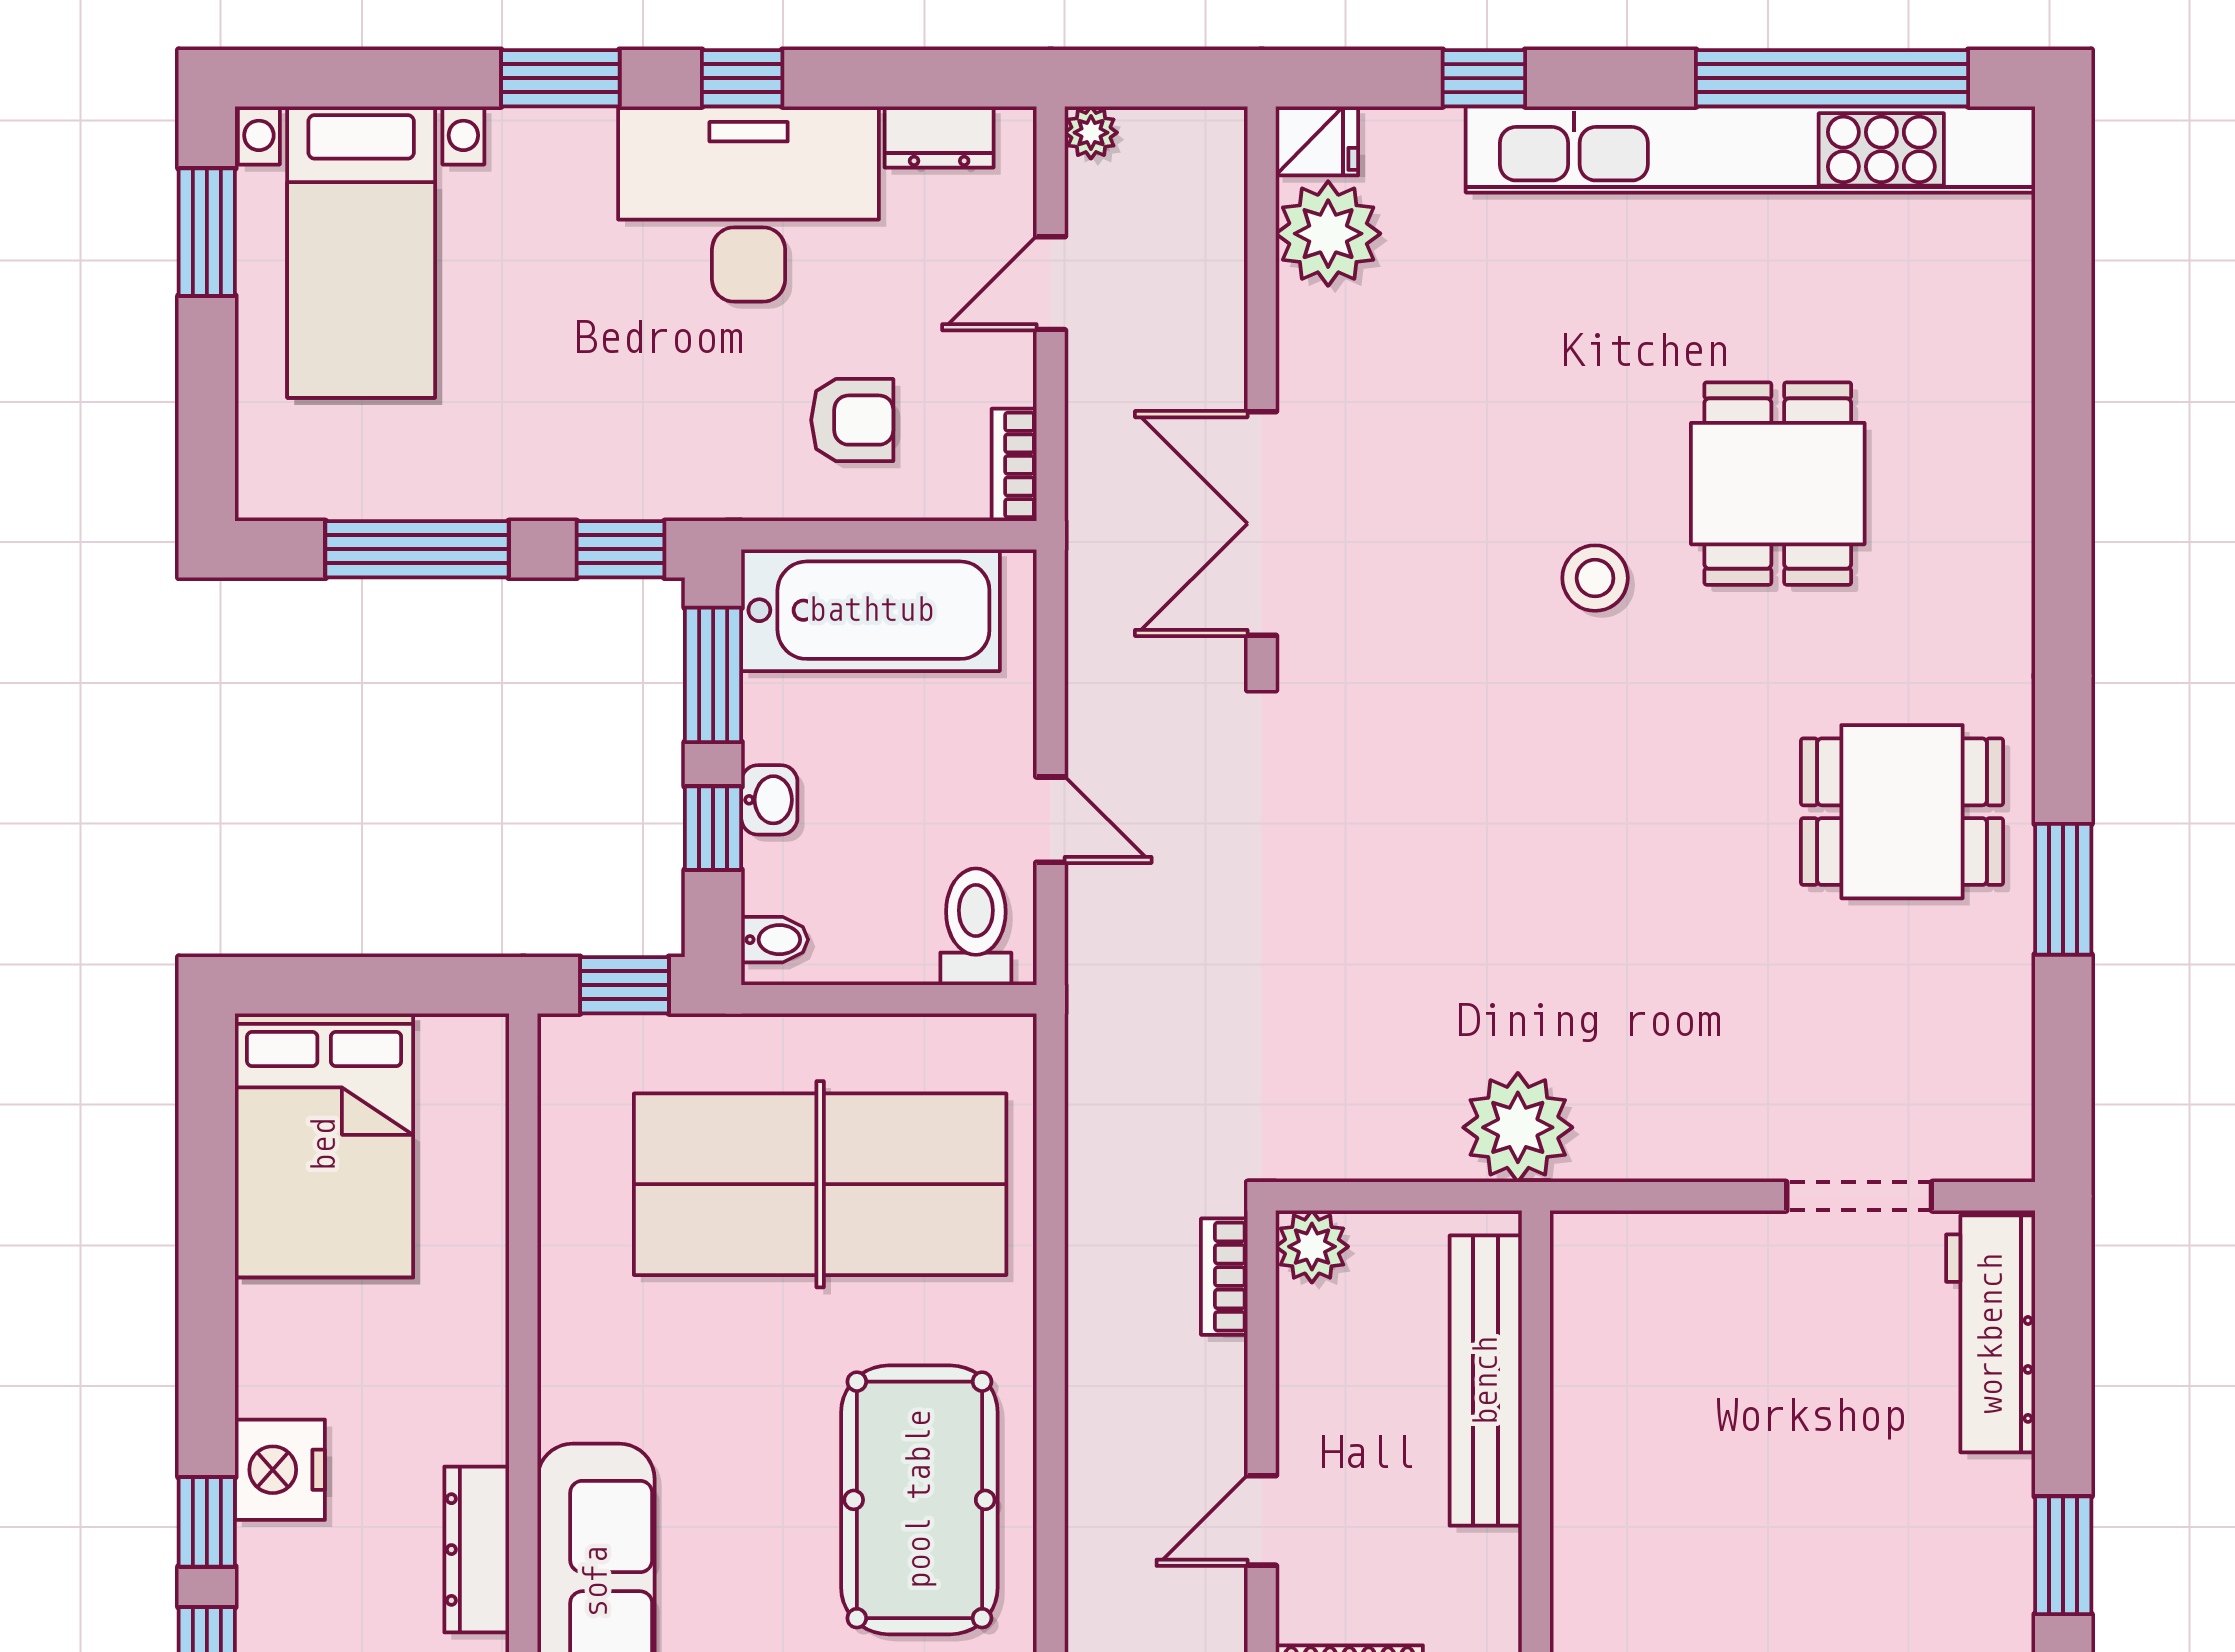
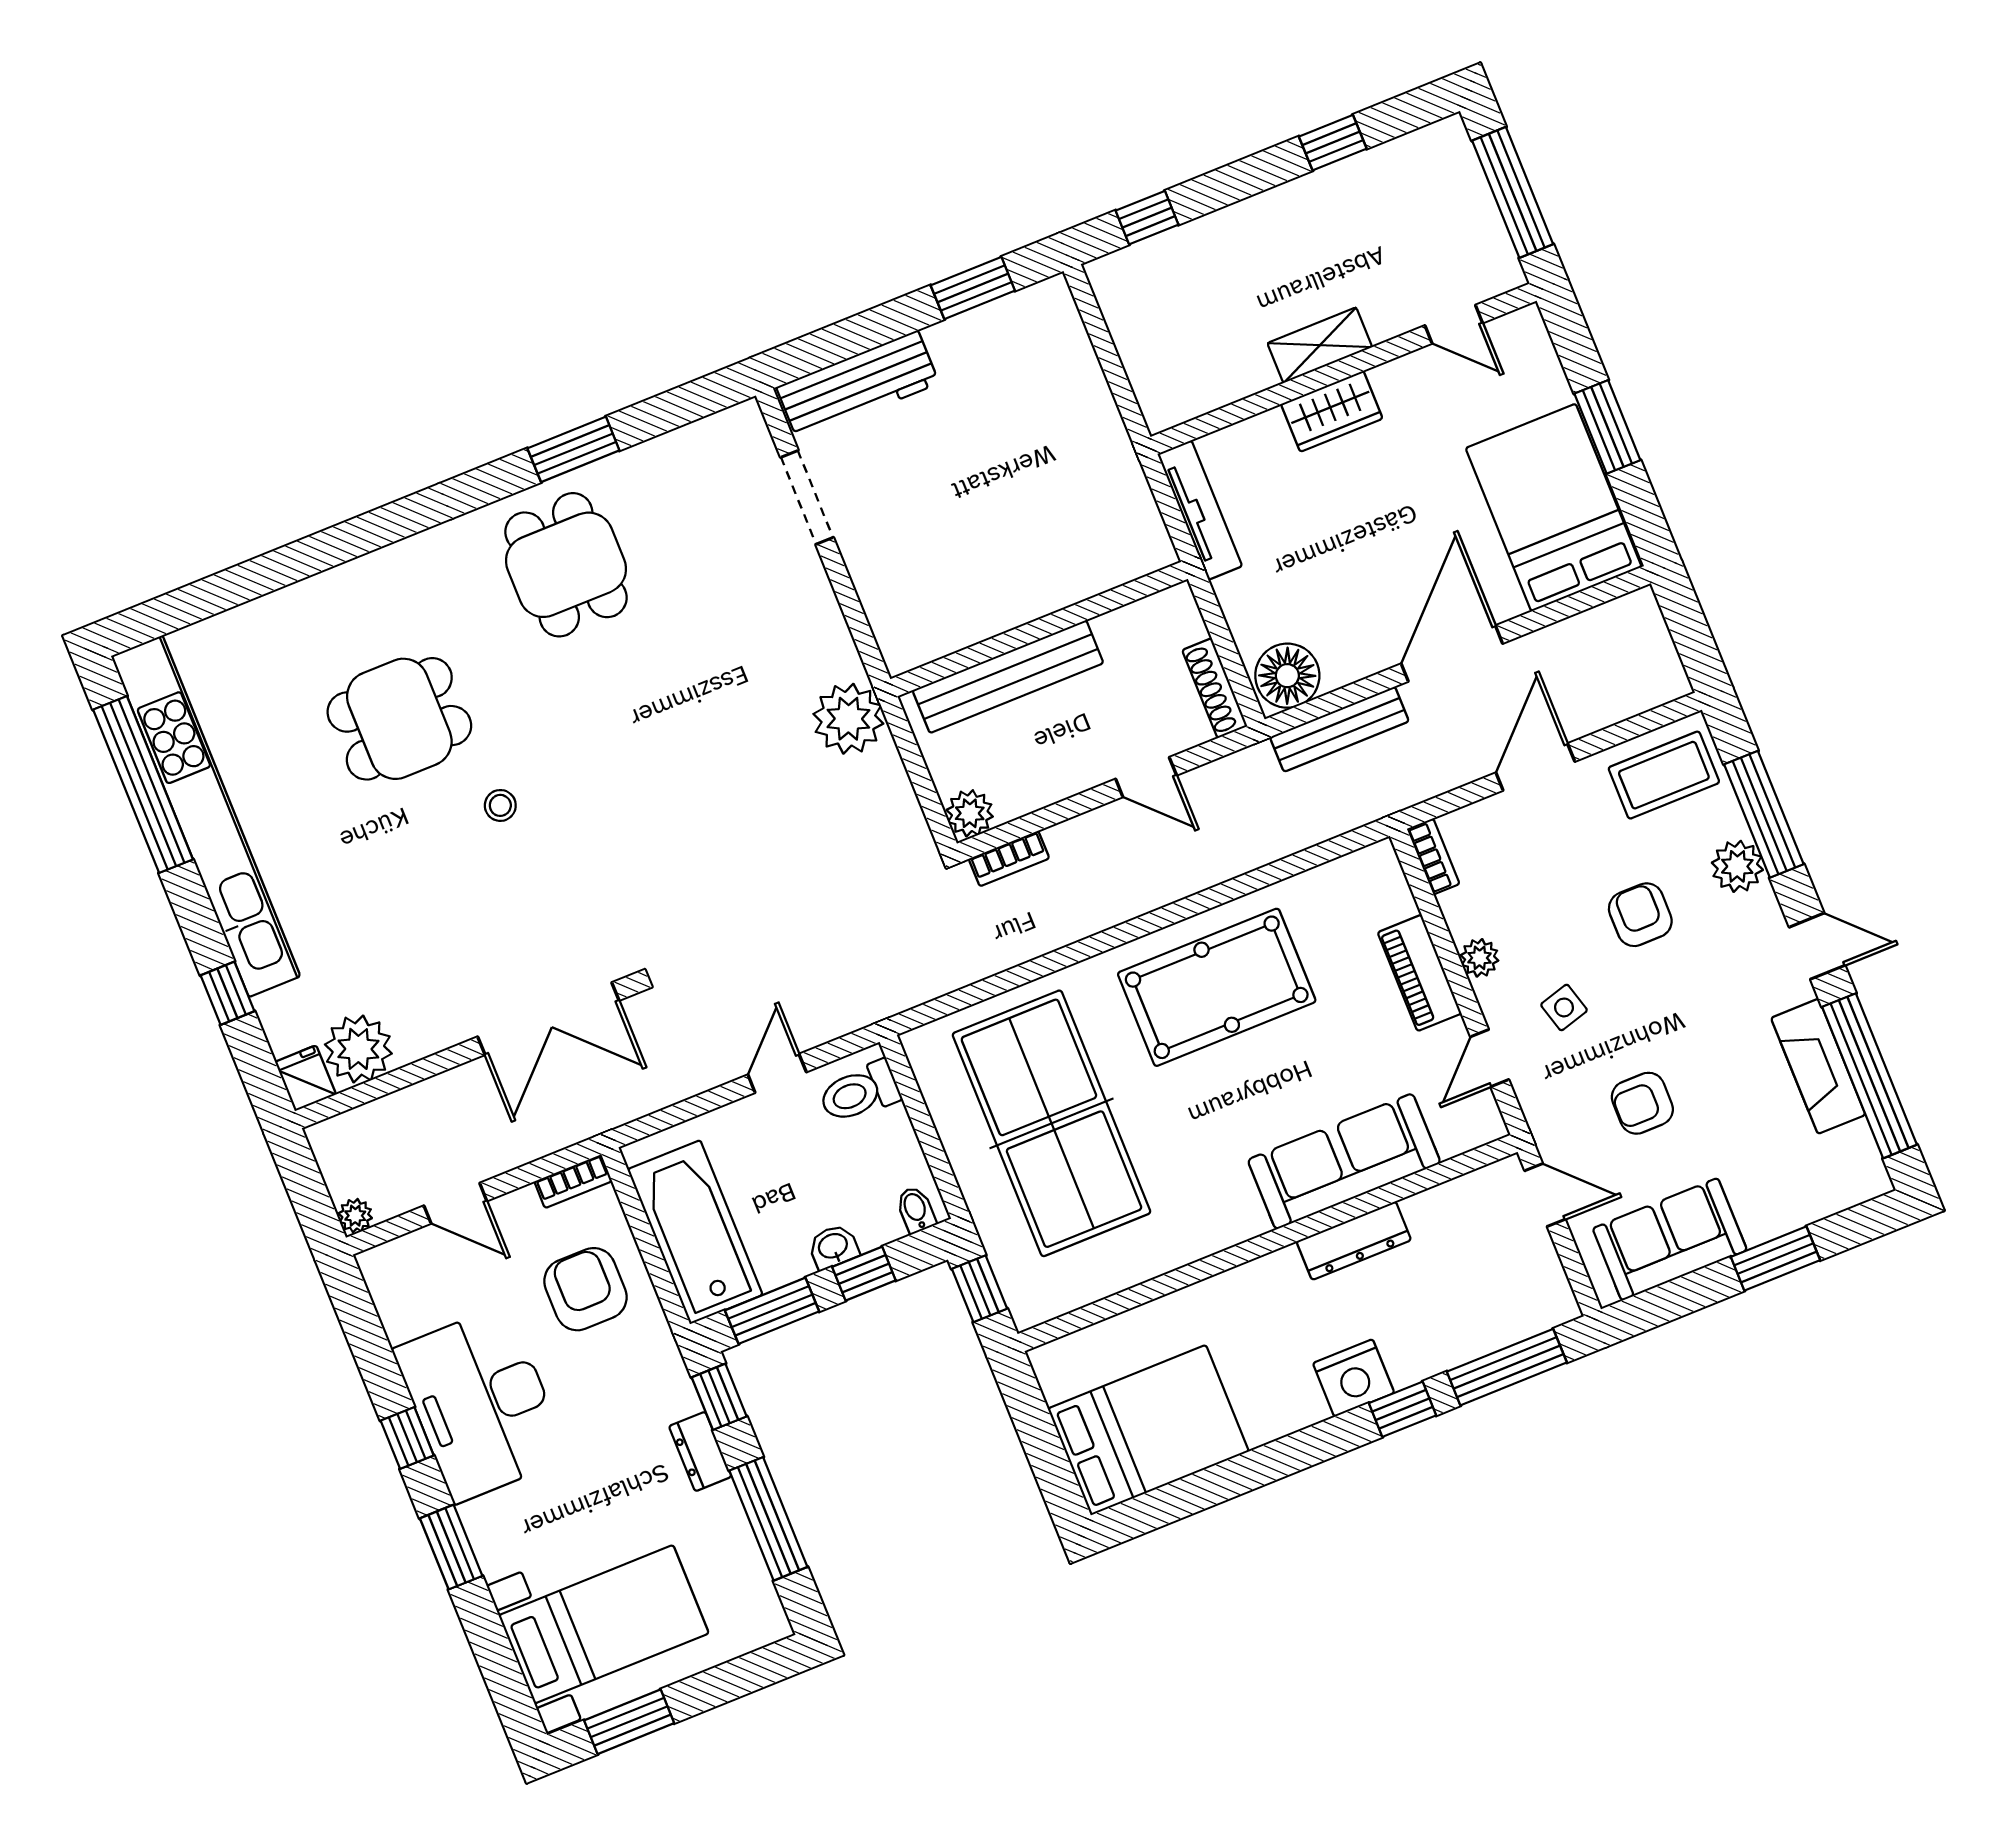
dresser: (939, 137) -> (700, 1451), moved, turned 180
armchair: (852, 420) -> (585, 1289), width x1.38, depth x1.38
stool: (1595, 578) -> (500, 805), width x0.73, depth x0.73

